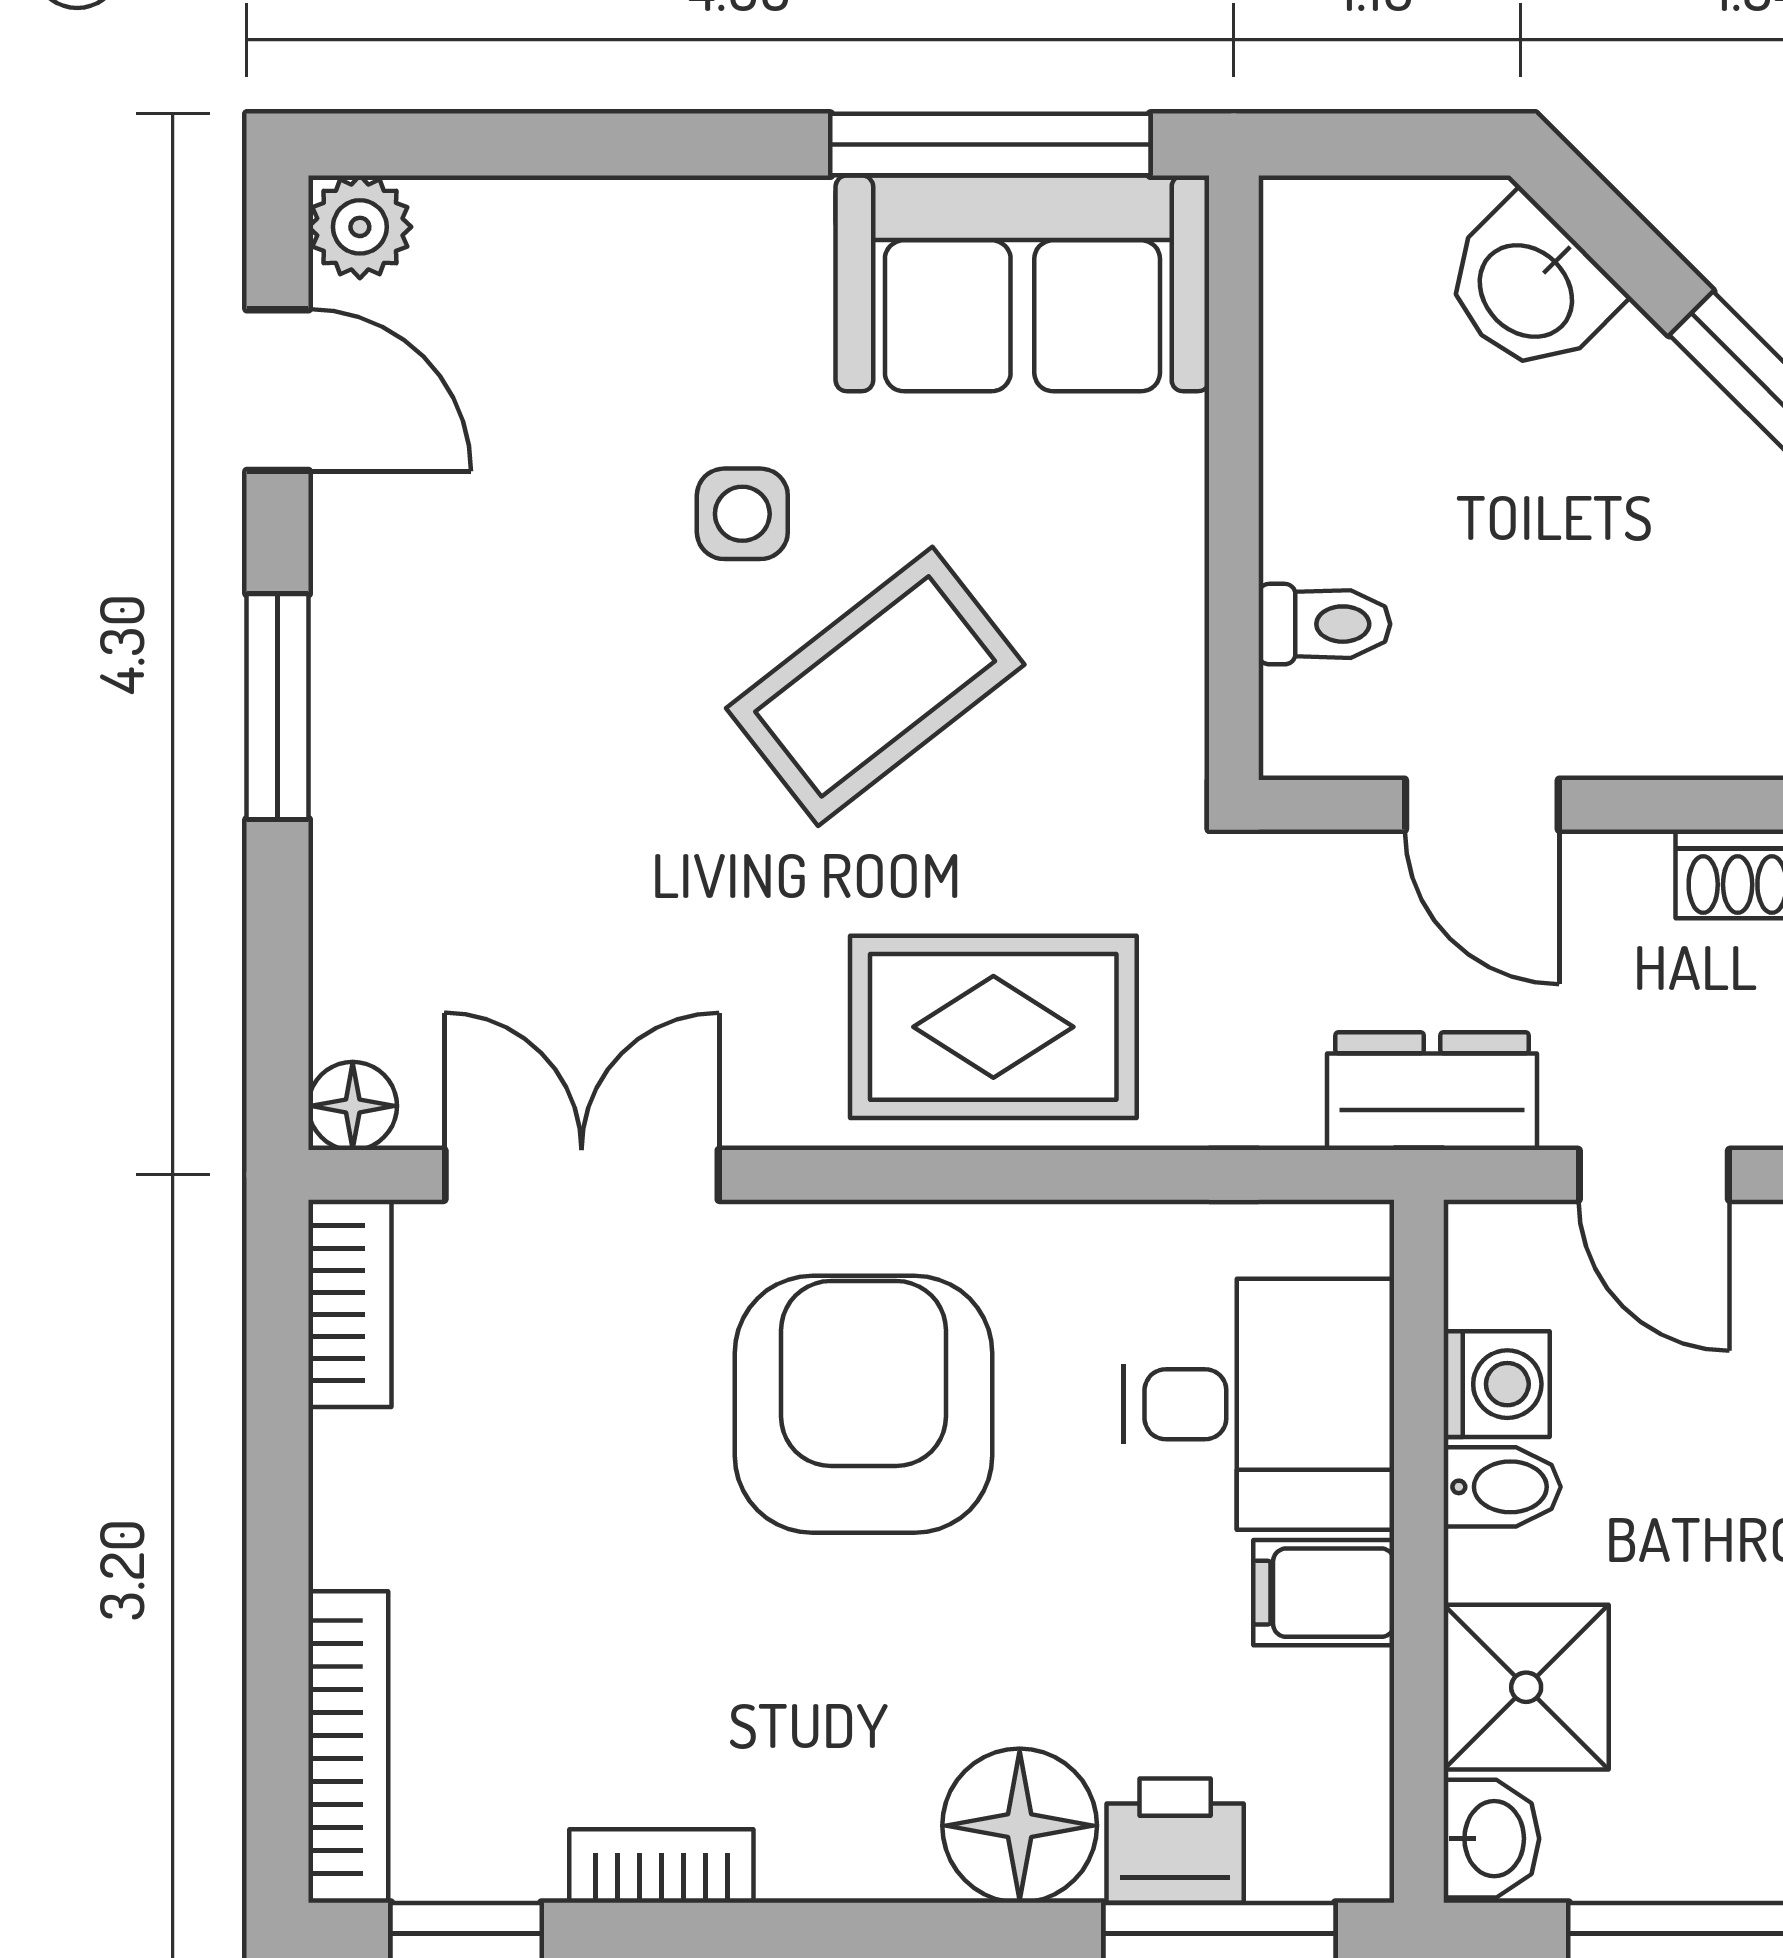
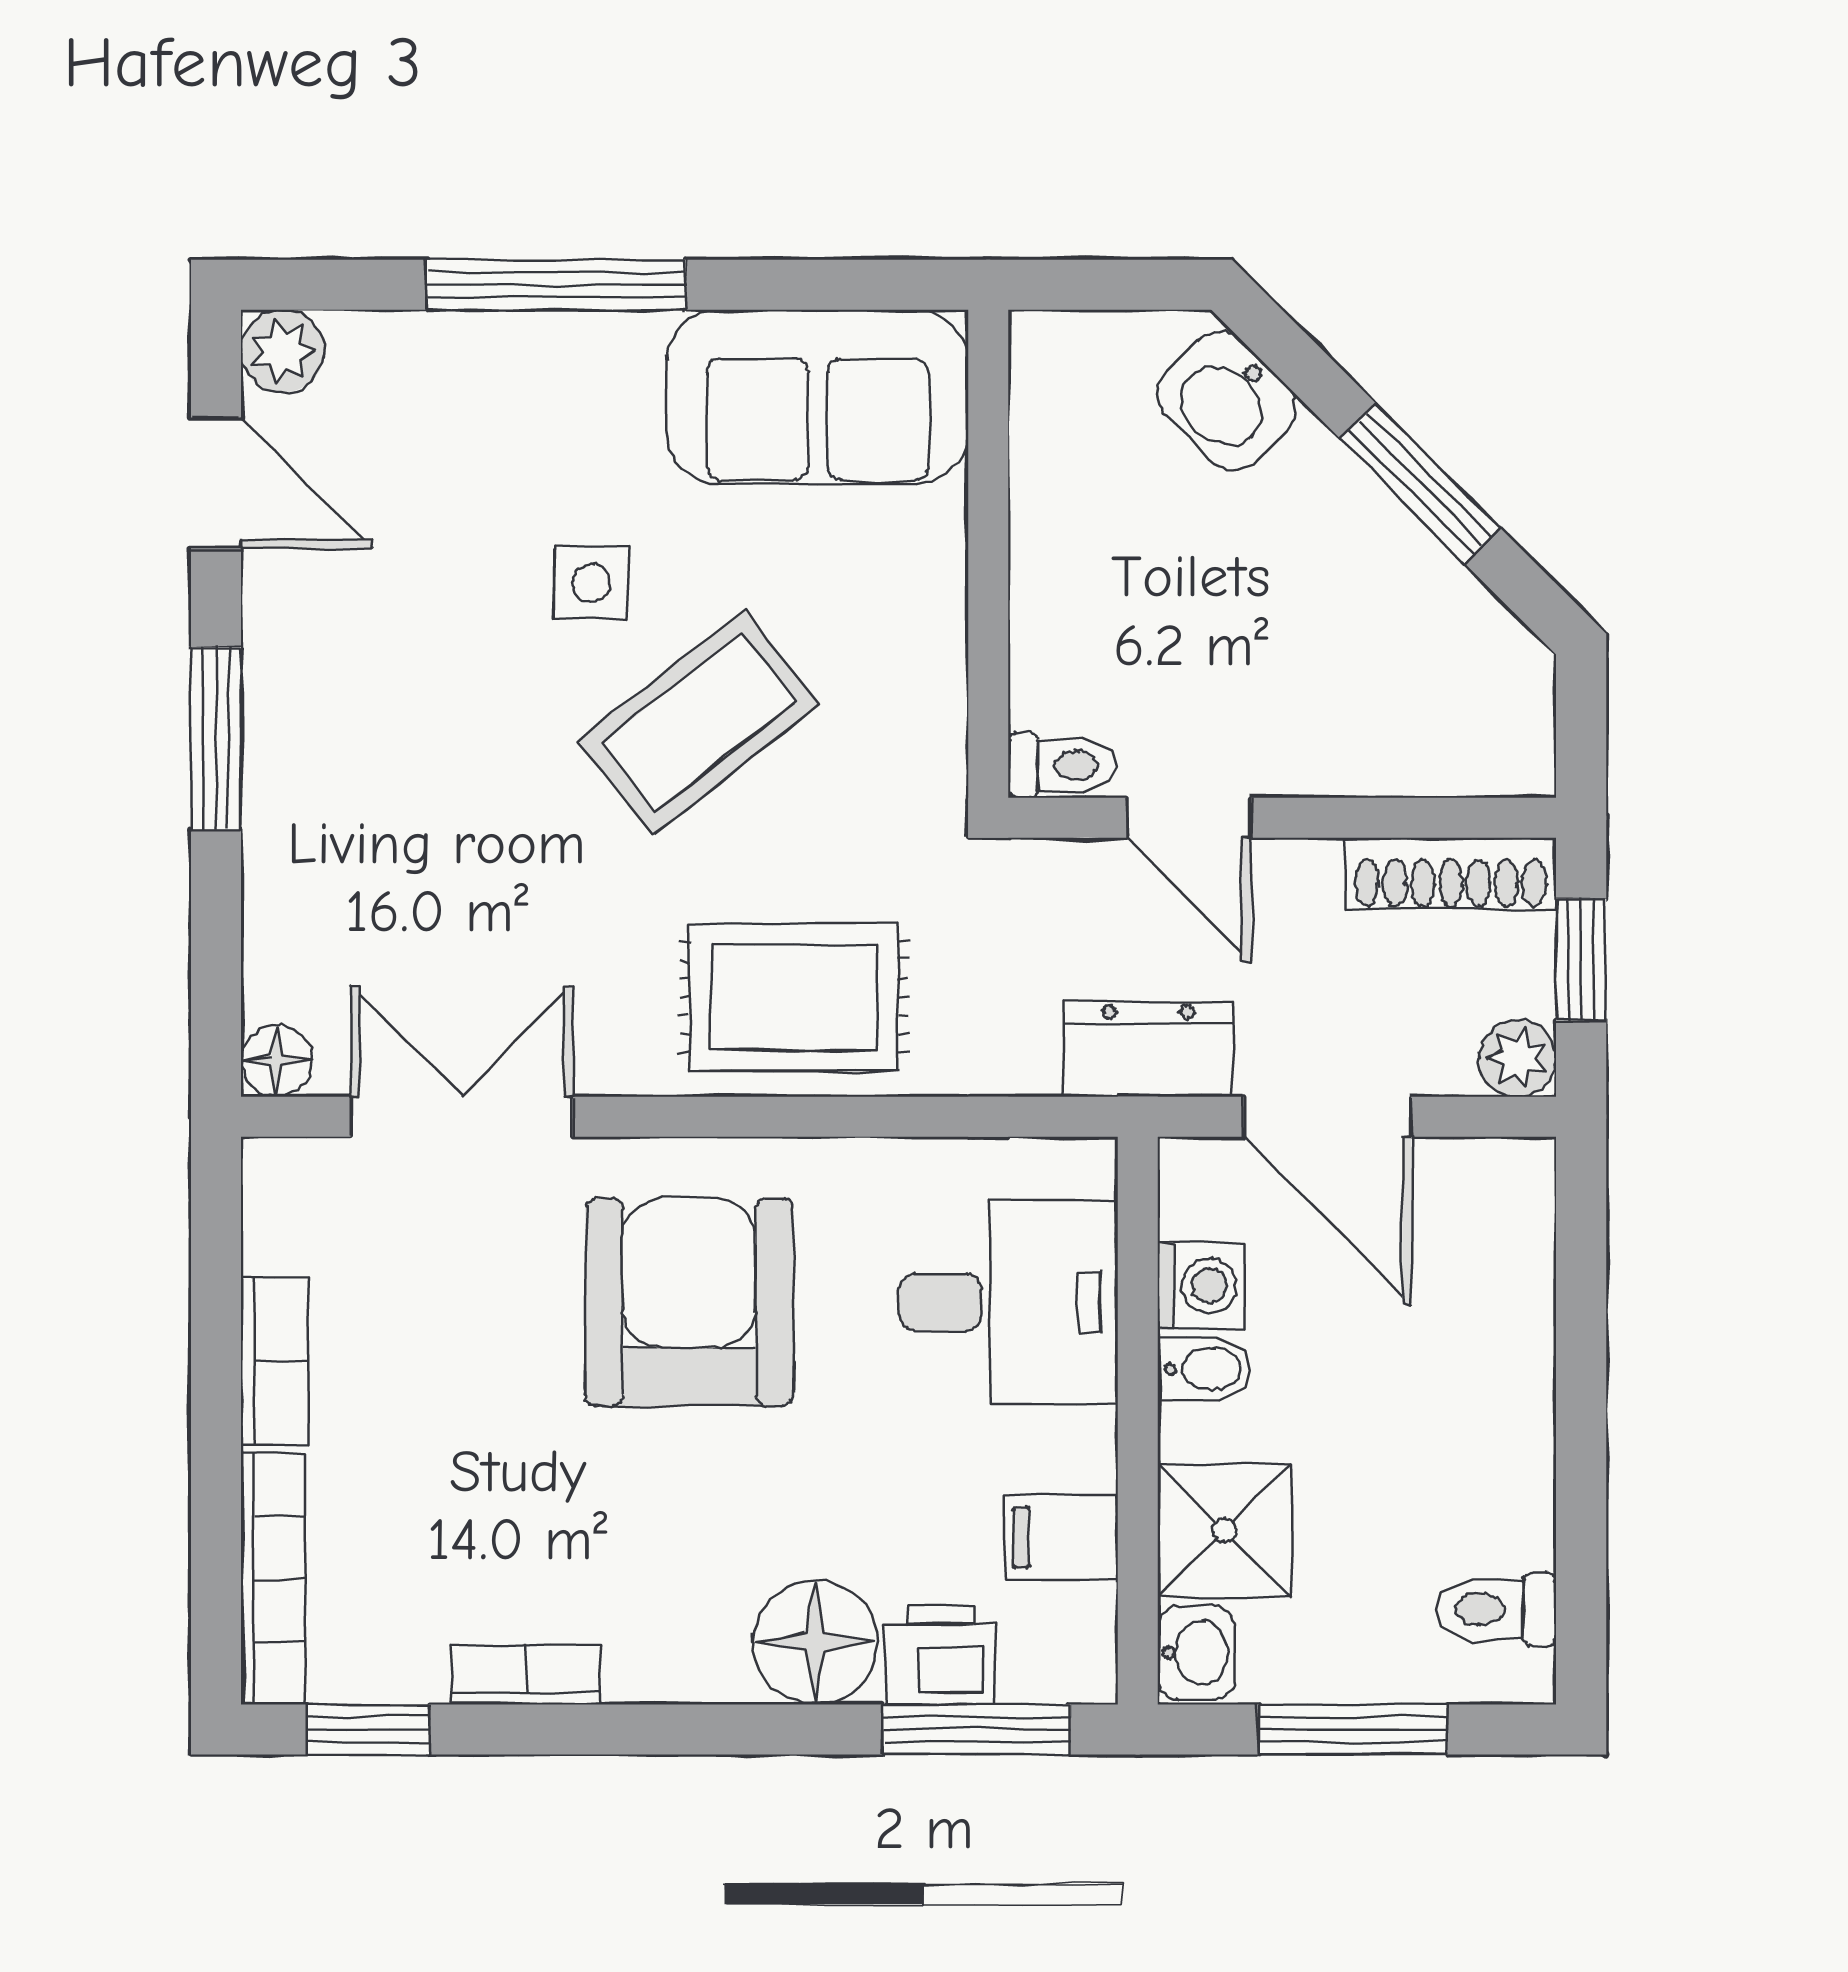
window: (990, 145) -> (556, 285), moved
toilet: (1324, 624) -> (1061, 765), moved
door: (1654, 1175) -> (1328, 1117), width x1.38
bookcase: (350, 1303) -> (274, 1361), moved
filing cabinet: (1324, 1593) -> (1061, 1537), moved

